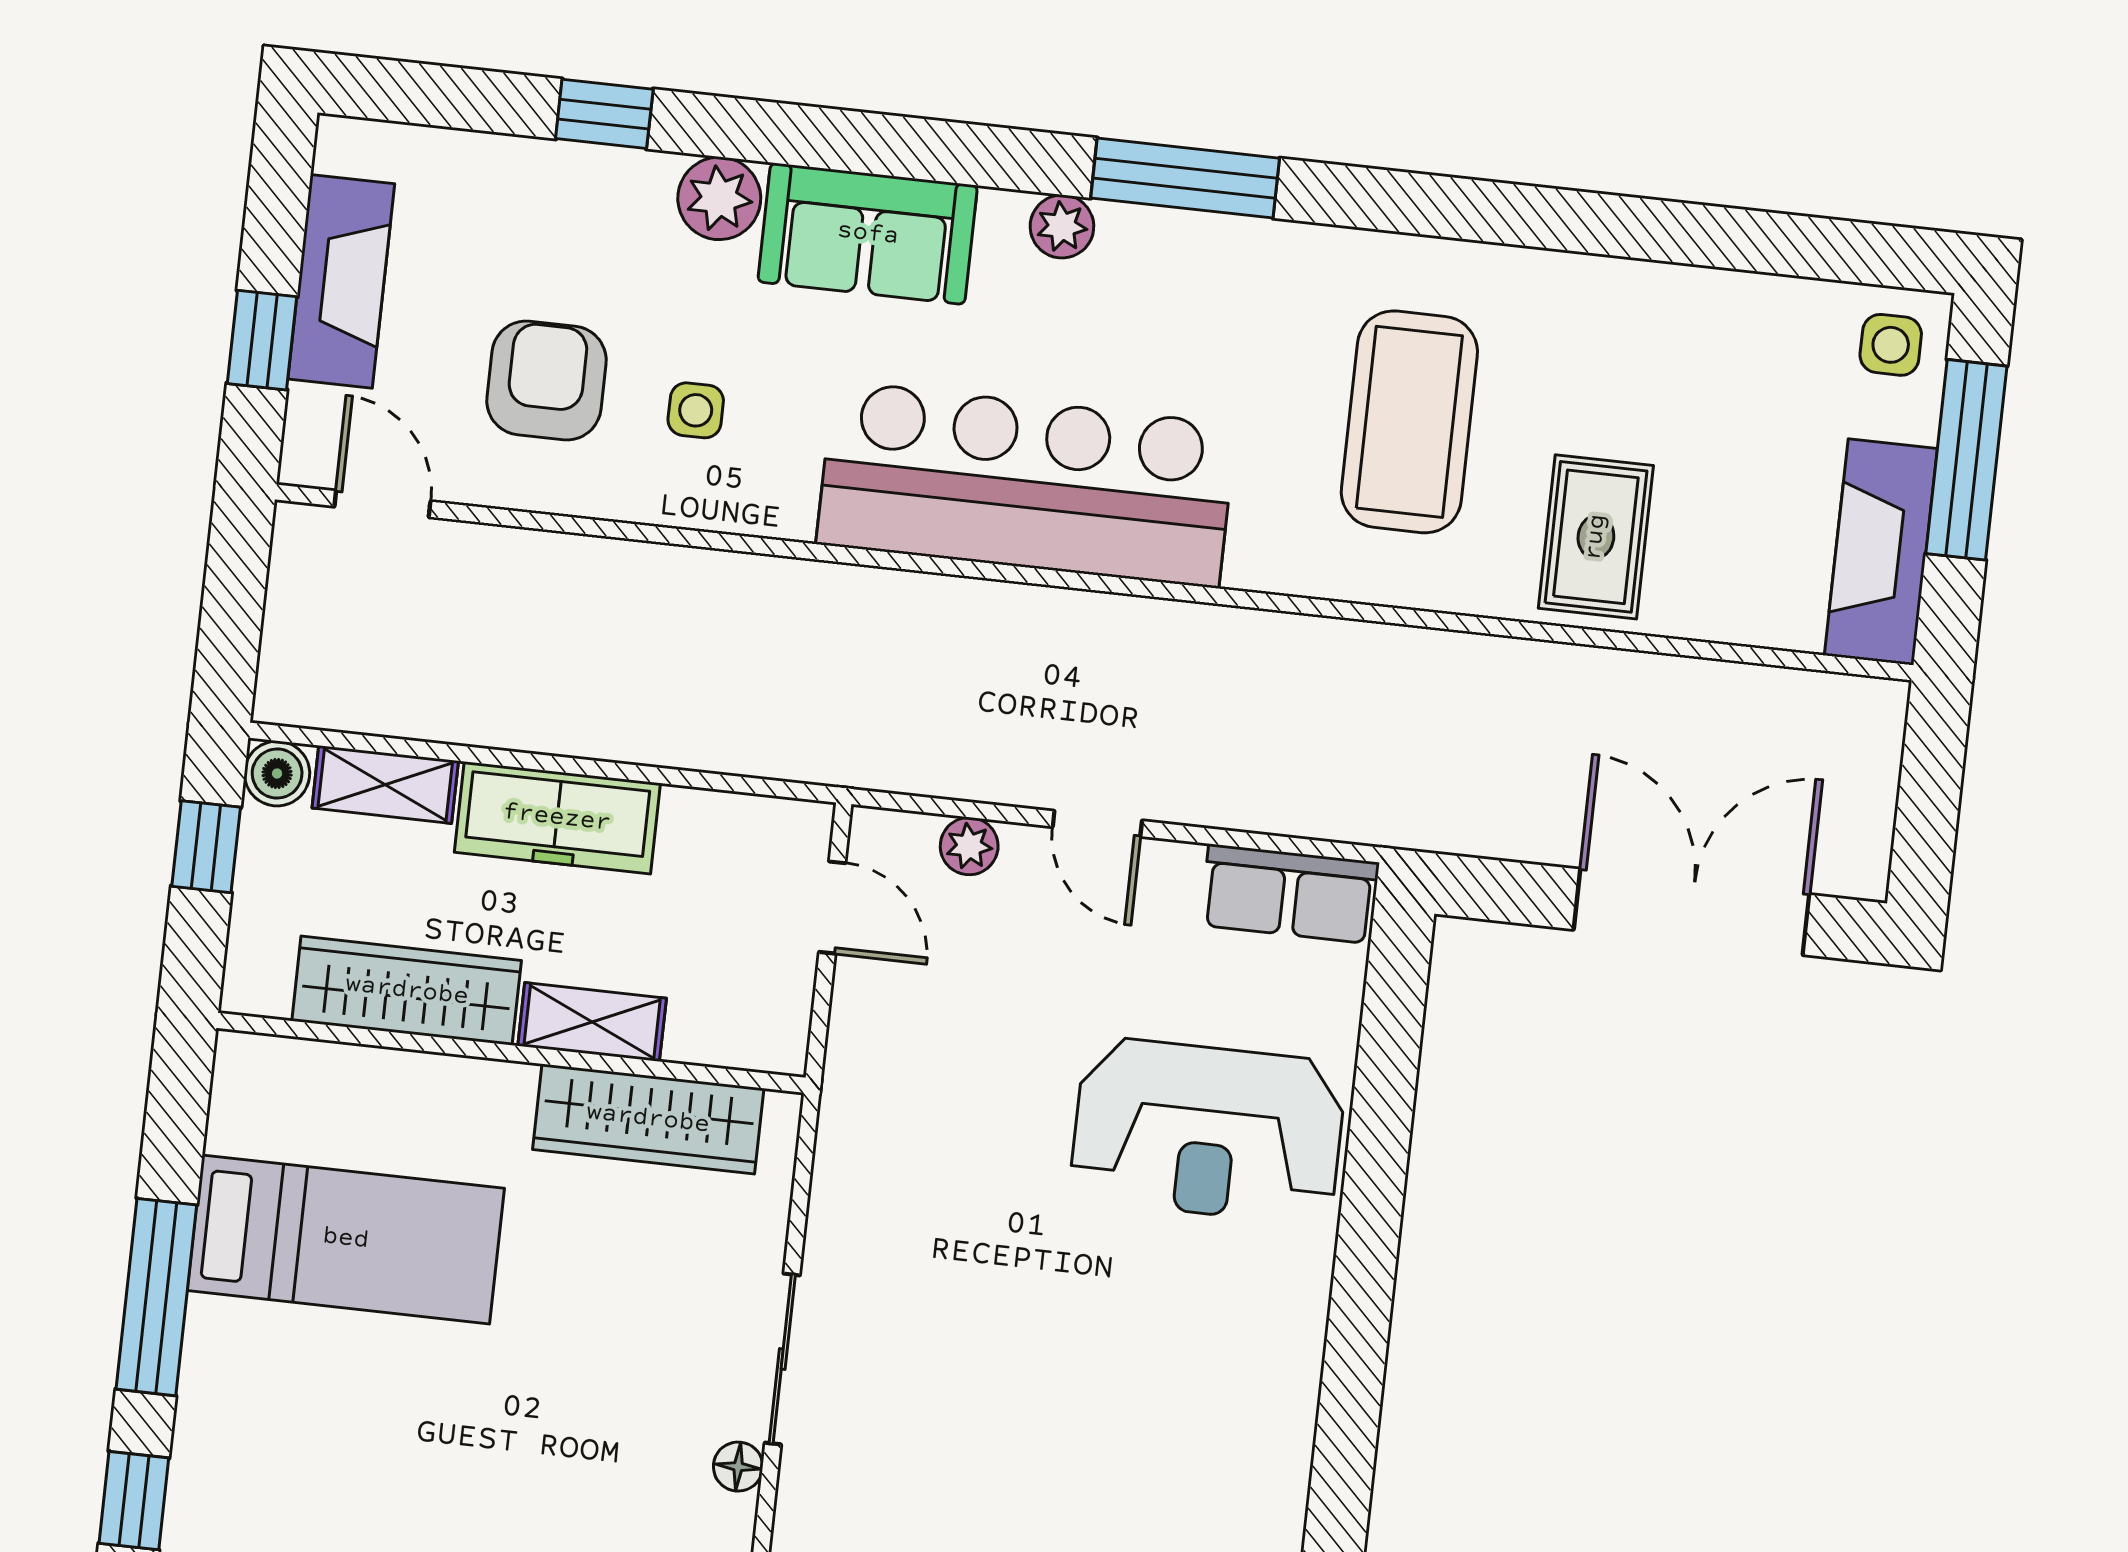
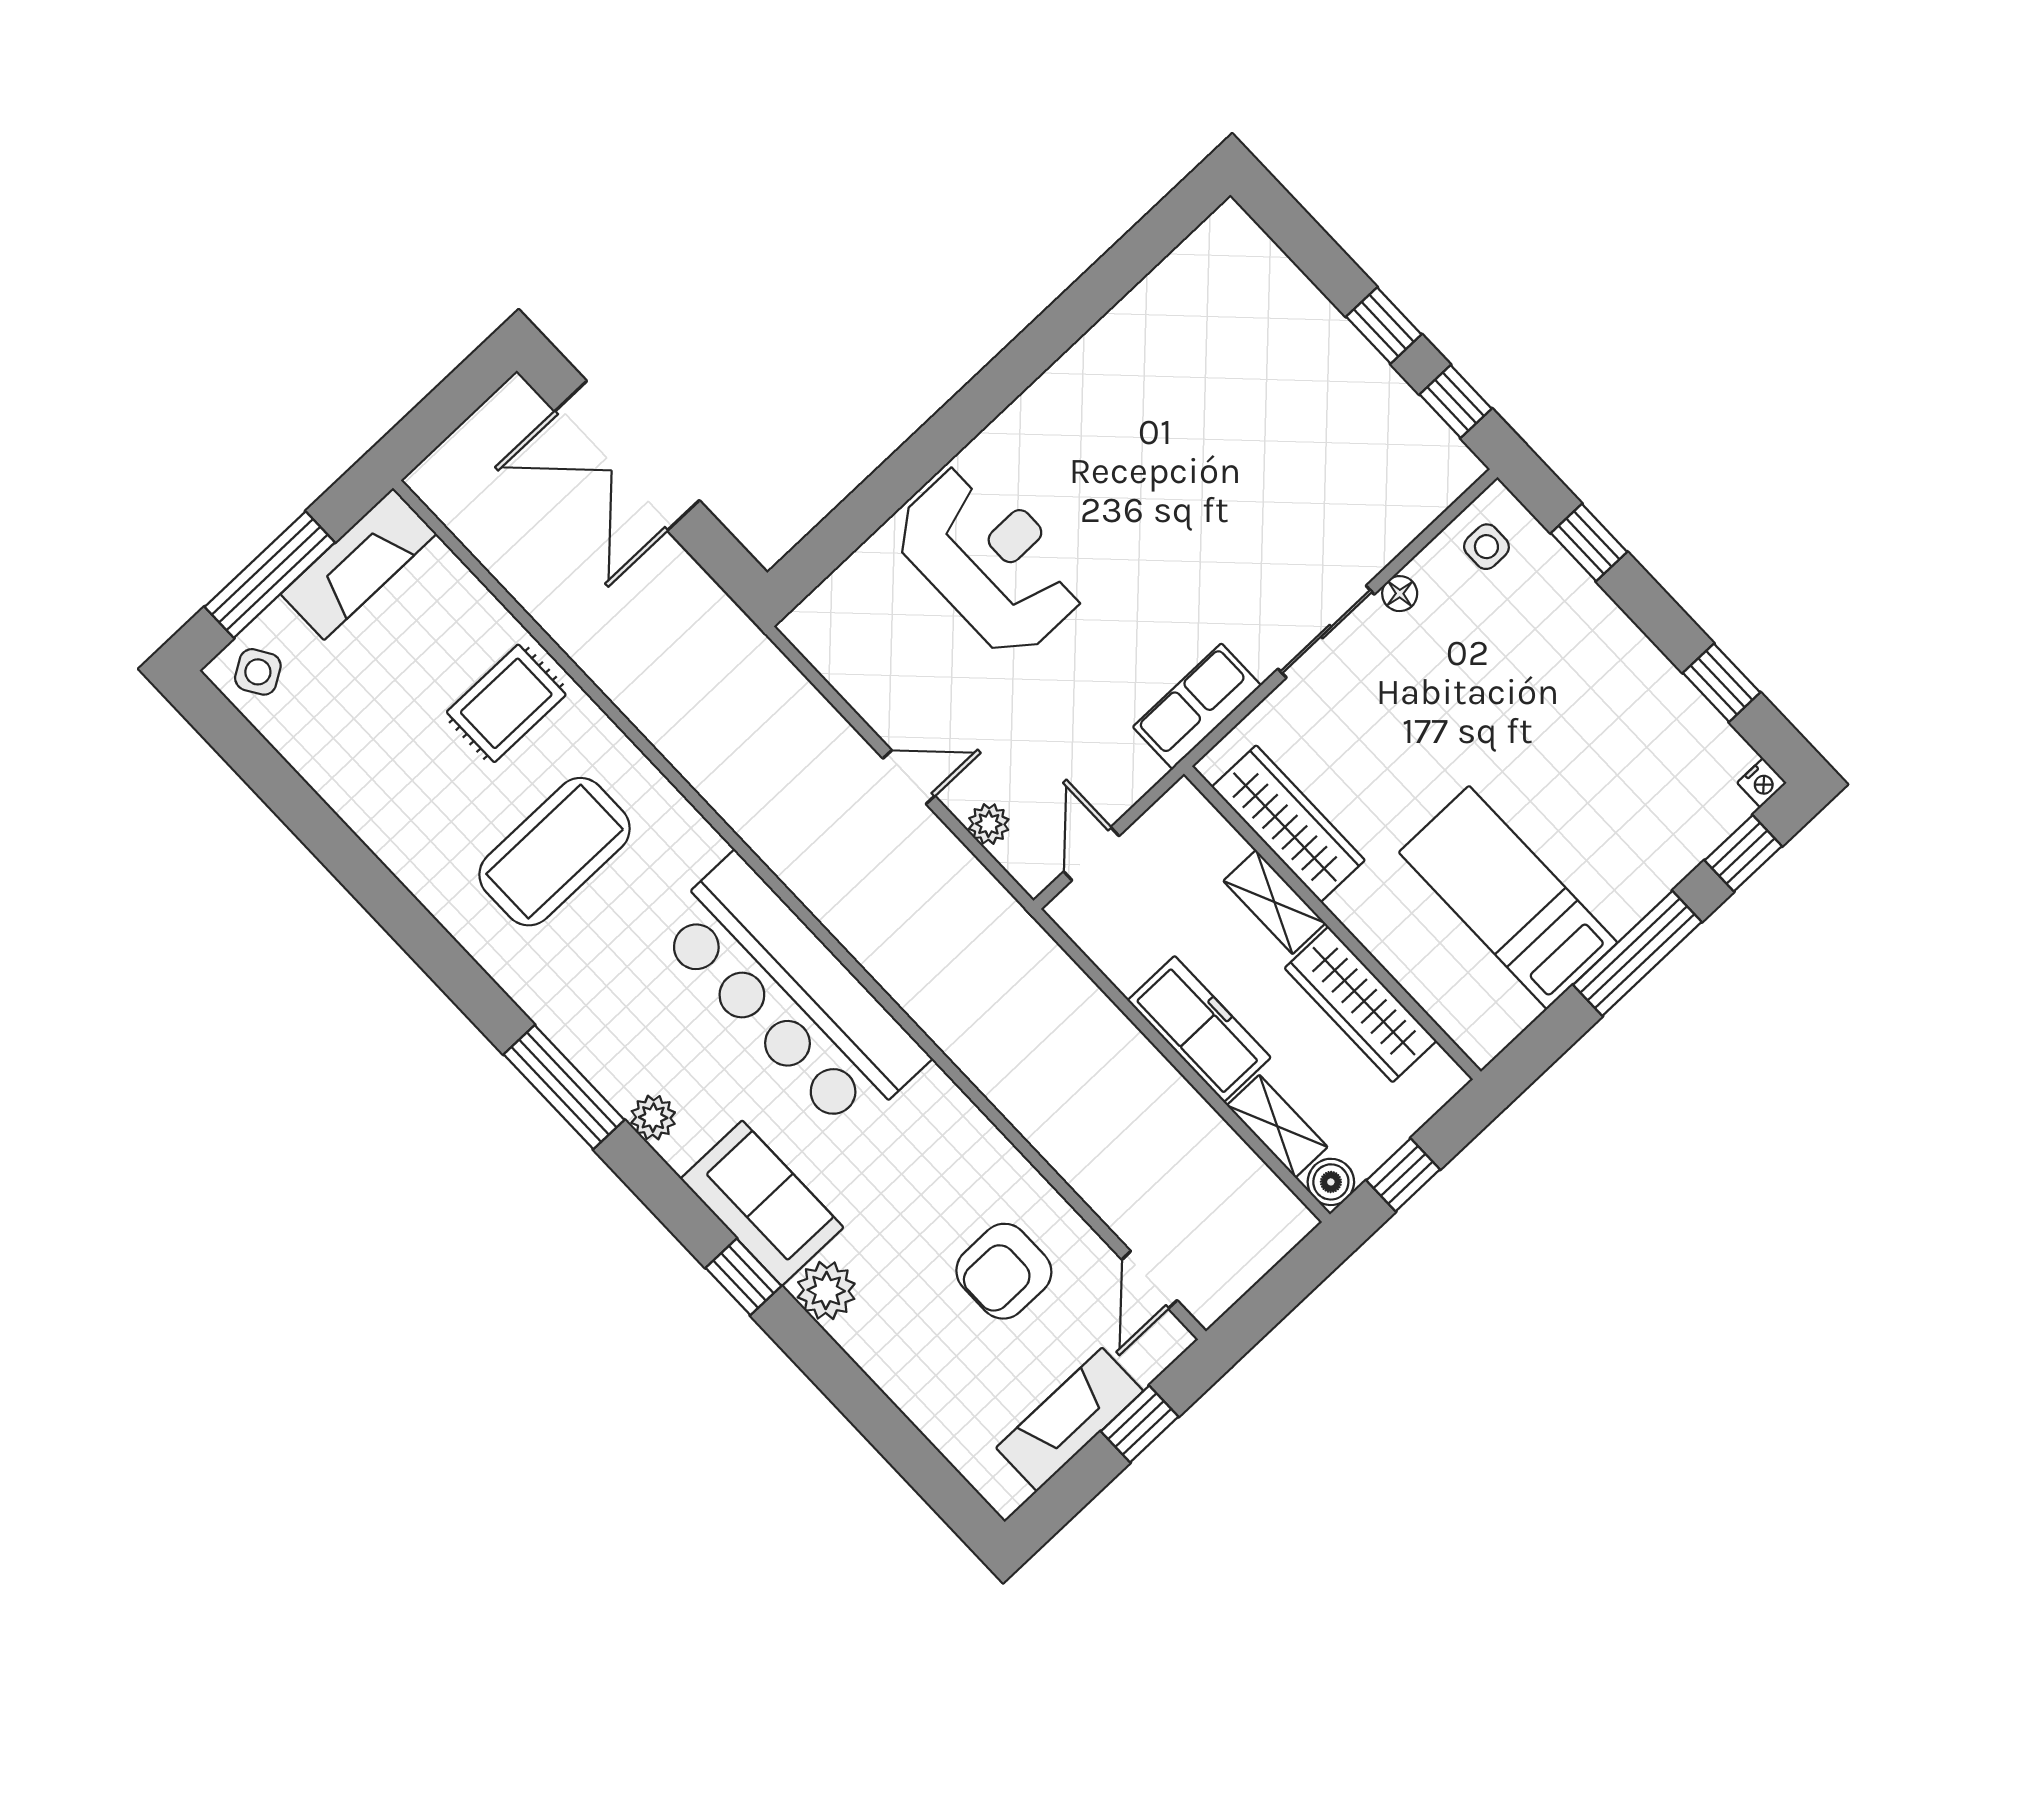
window: (604, 114) -> (743, 1277), moved
side table: (1891, 345) -> (258, 672), turned -32
side table: (696, 410) -> (937, 1186), removed
door: (1097, 824) -> (909, 777), hinge flipped
row of seats: (1290, 894) -> (1197, 706), moved, turned -90

